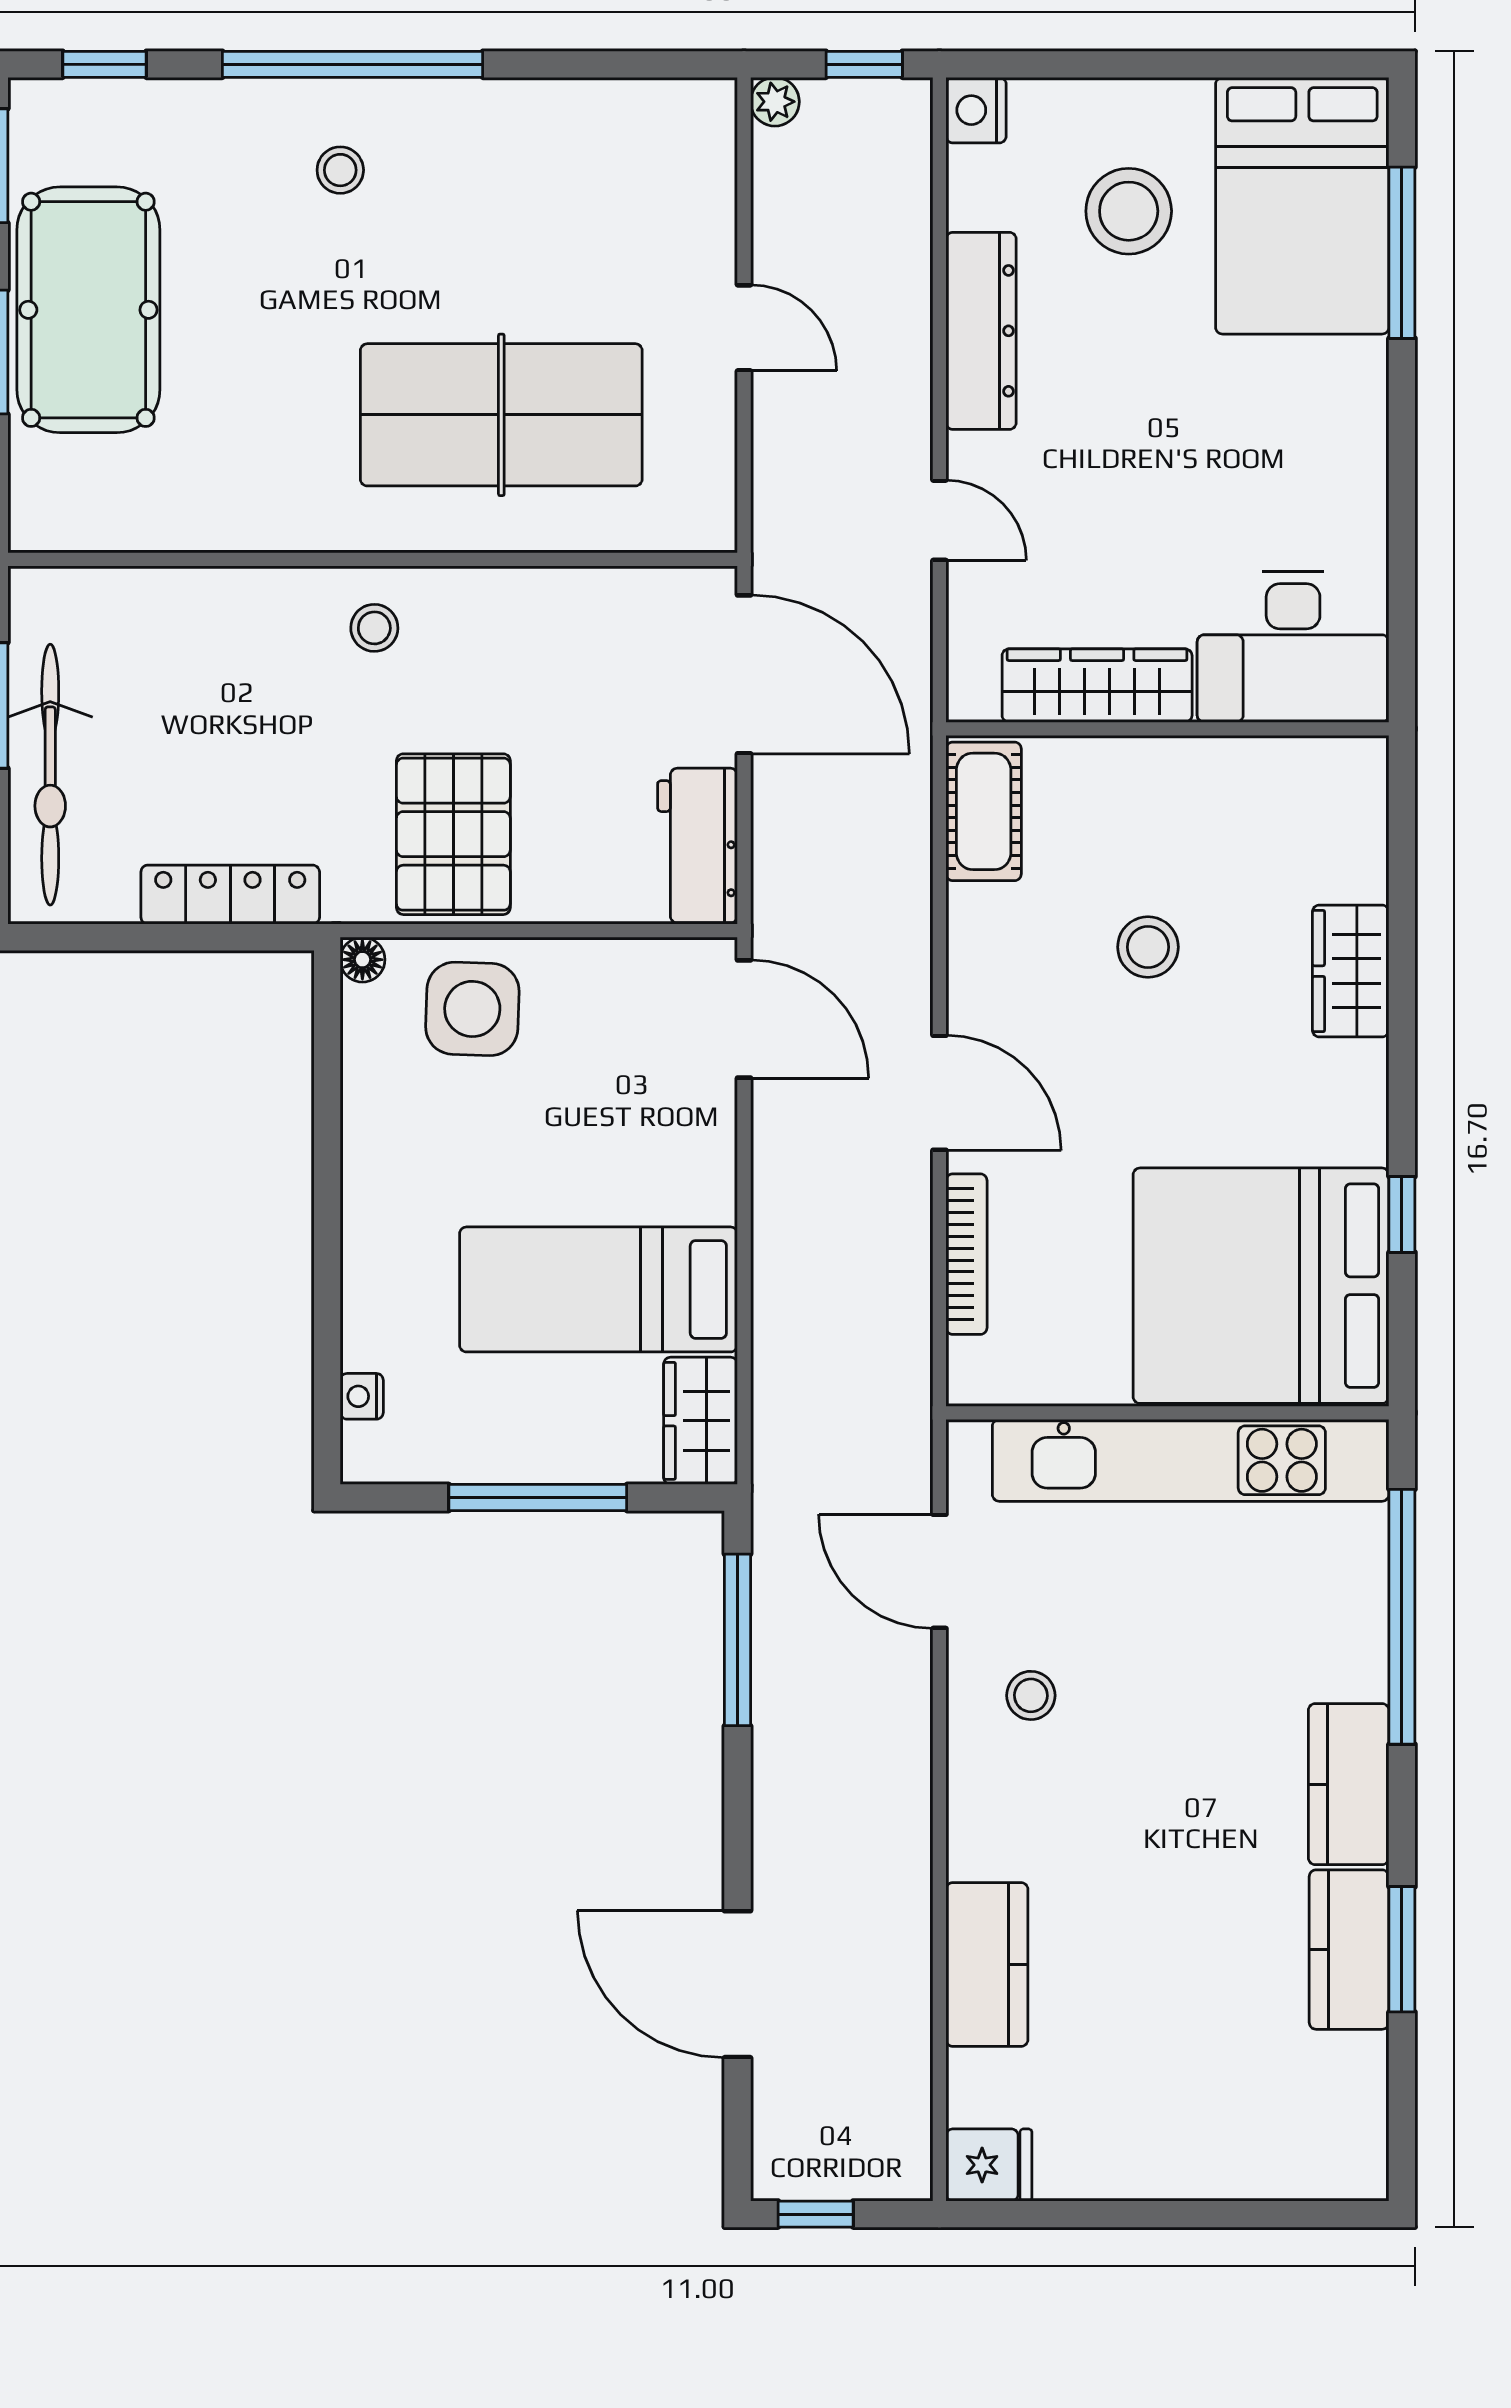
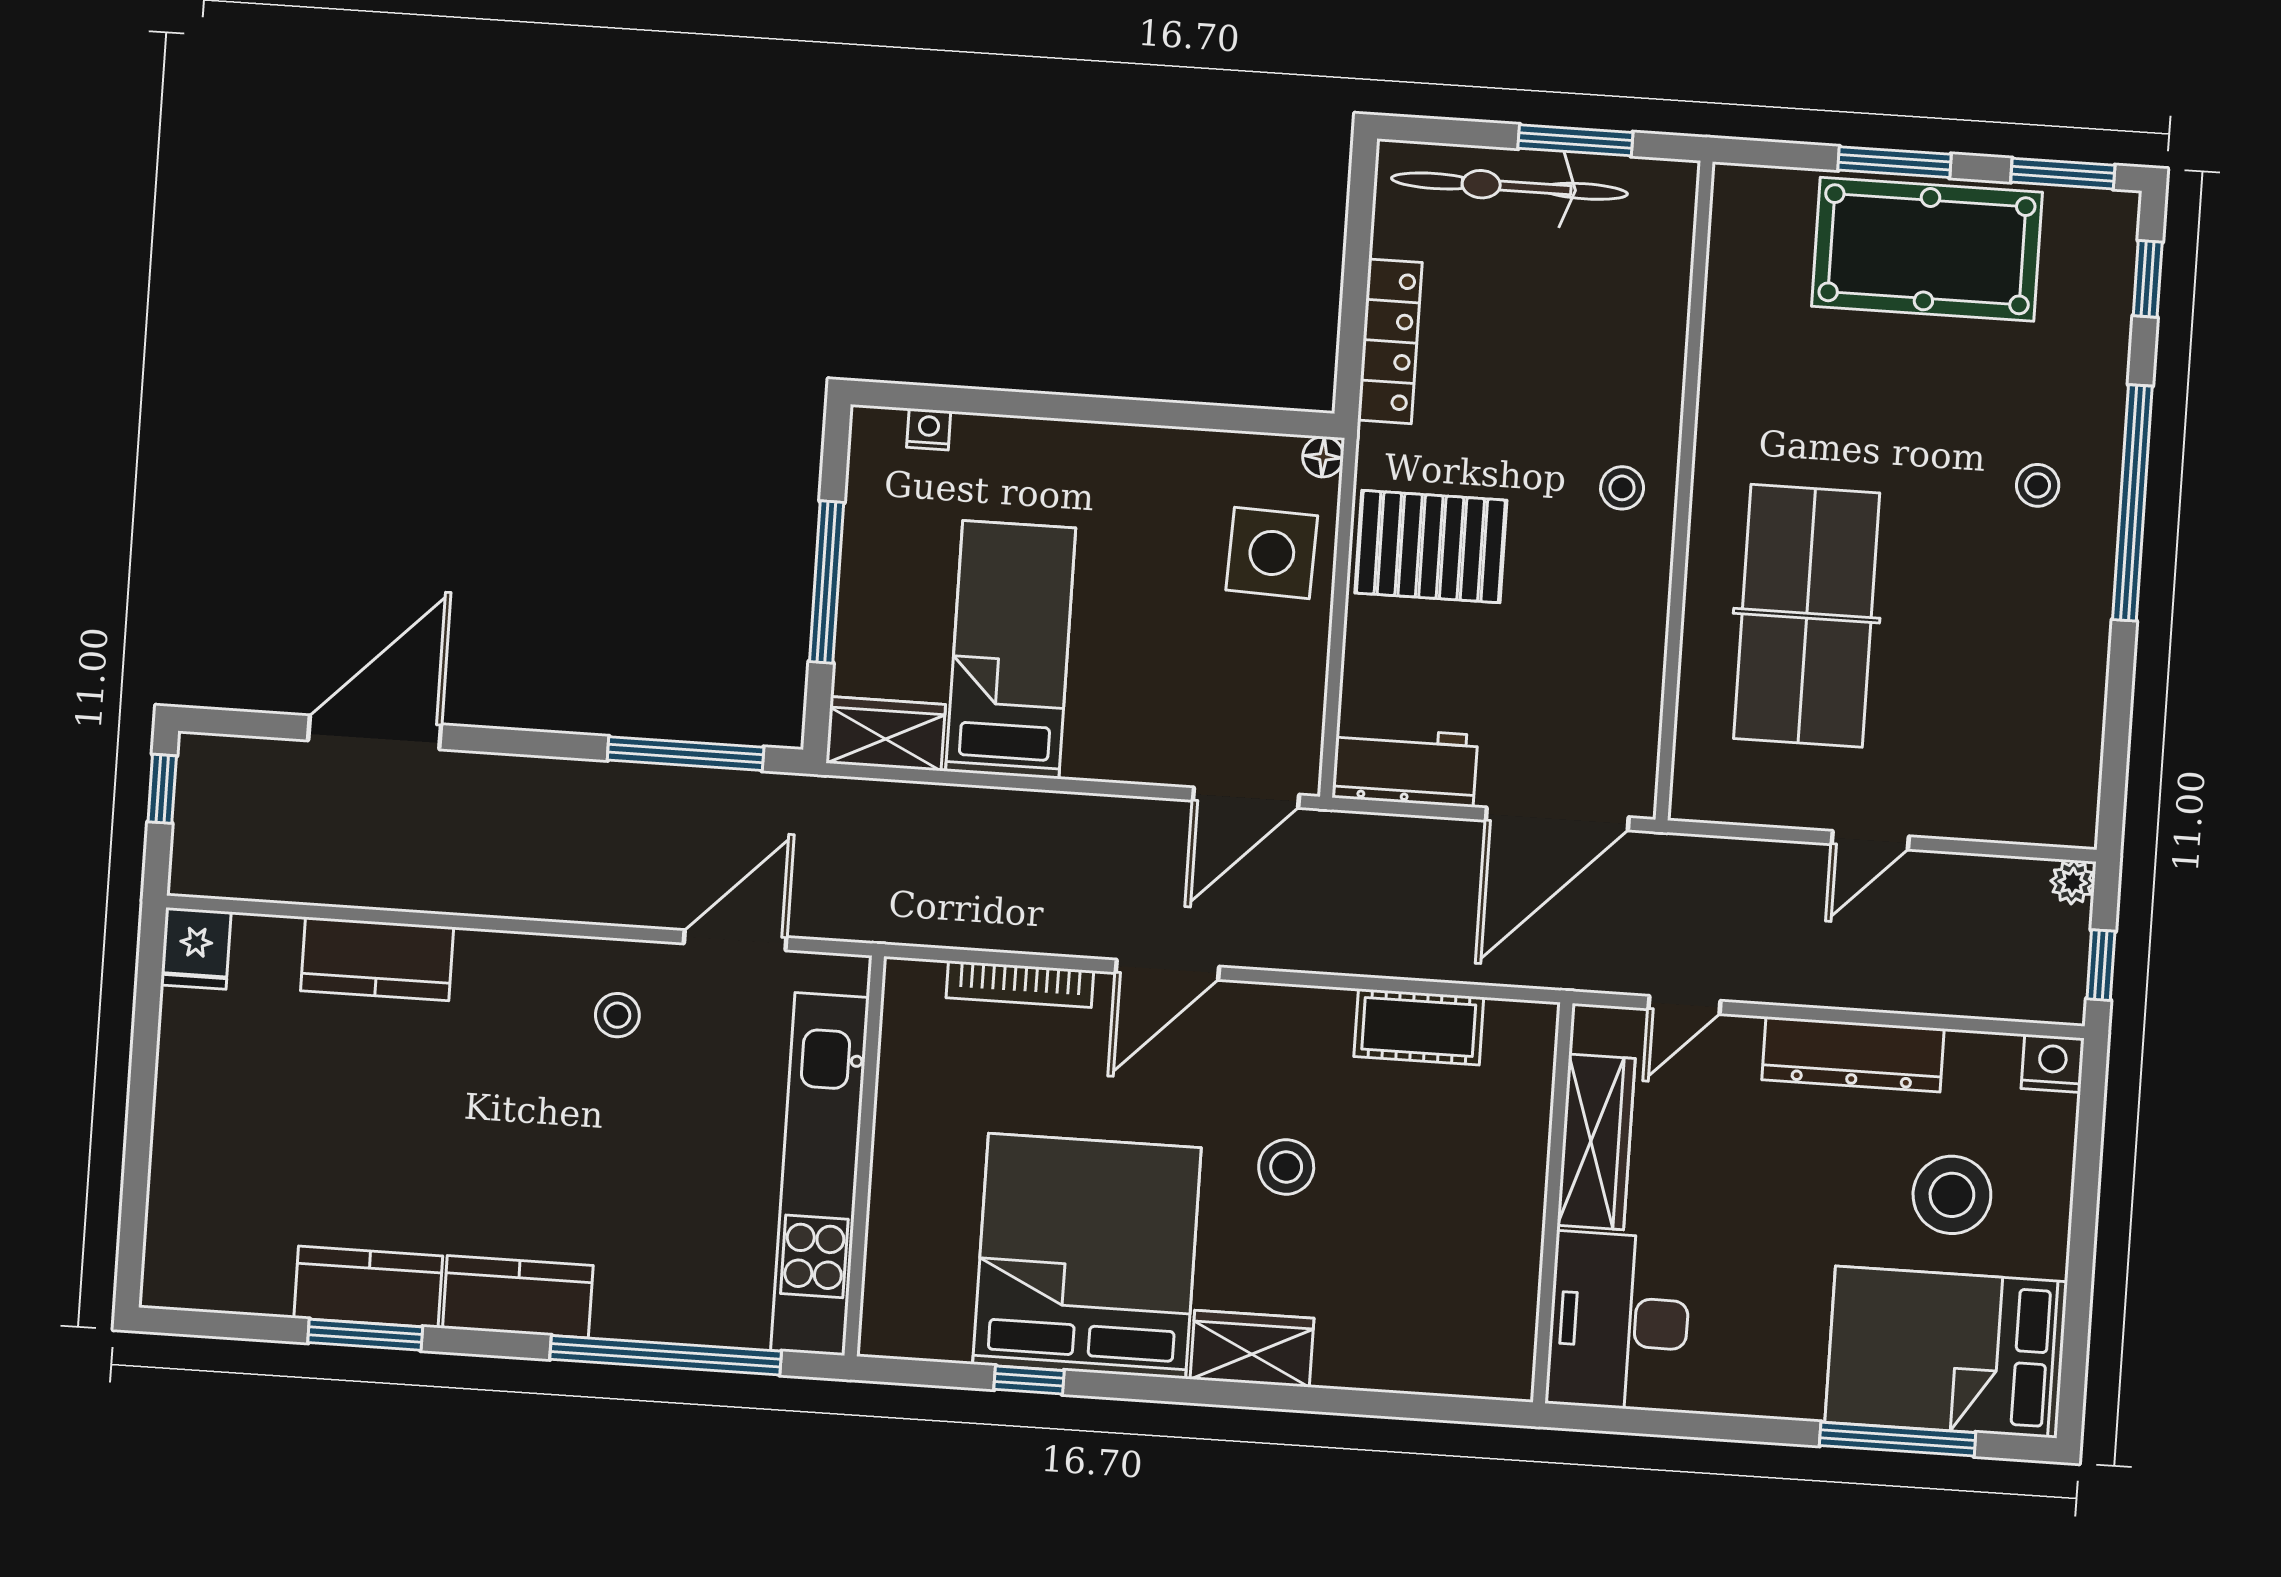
desk: (1293, 647) -> (1619, 1321), moved
wardrobe: (1097, 686) -> (1596, 1142), moved
wall: (1167, 729) -> (1553, 1203), moved
bed: (1261, 1286) -> (1087, 1256), moved

